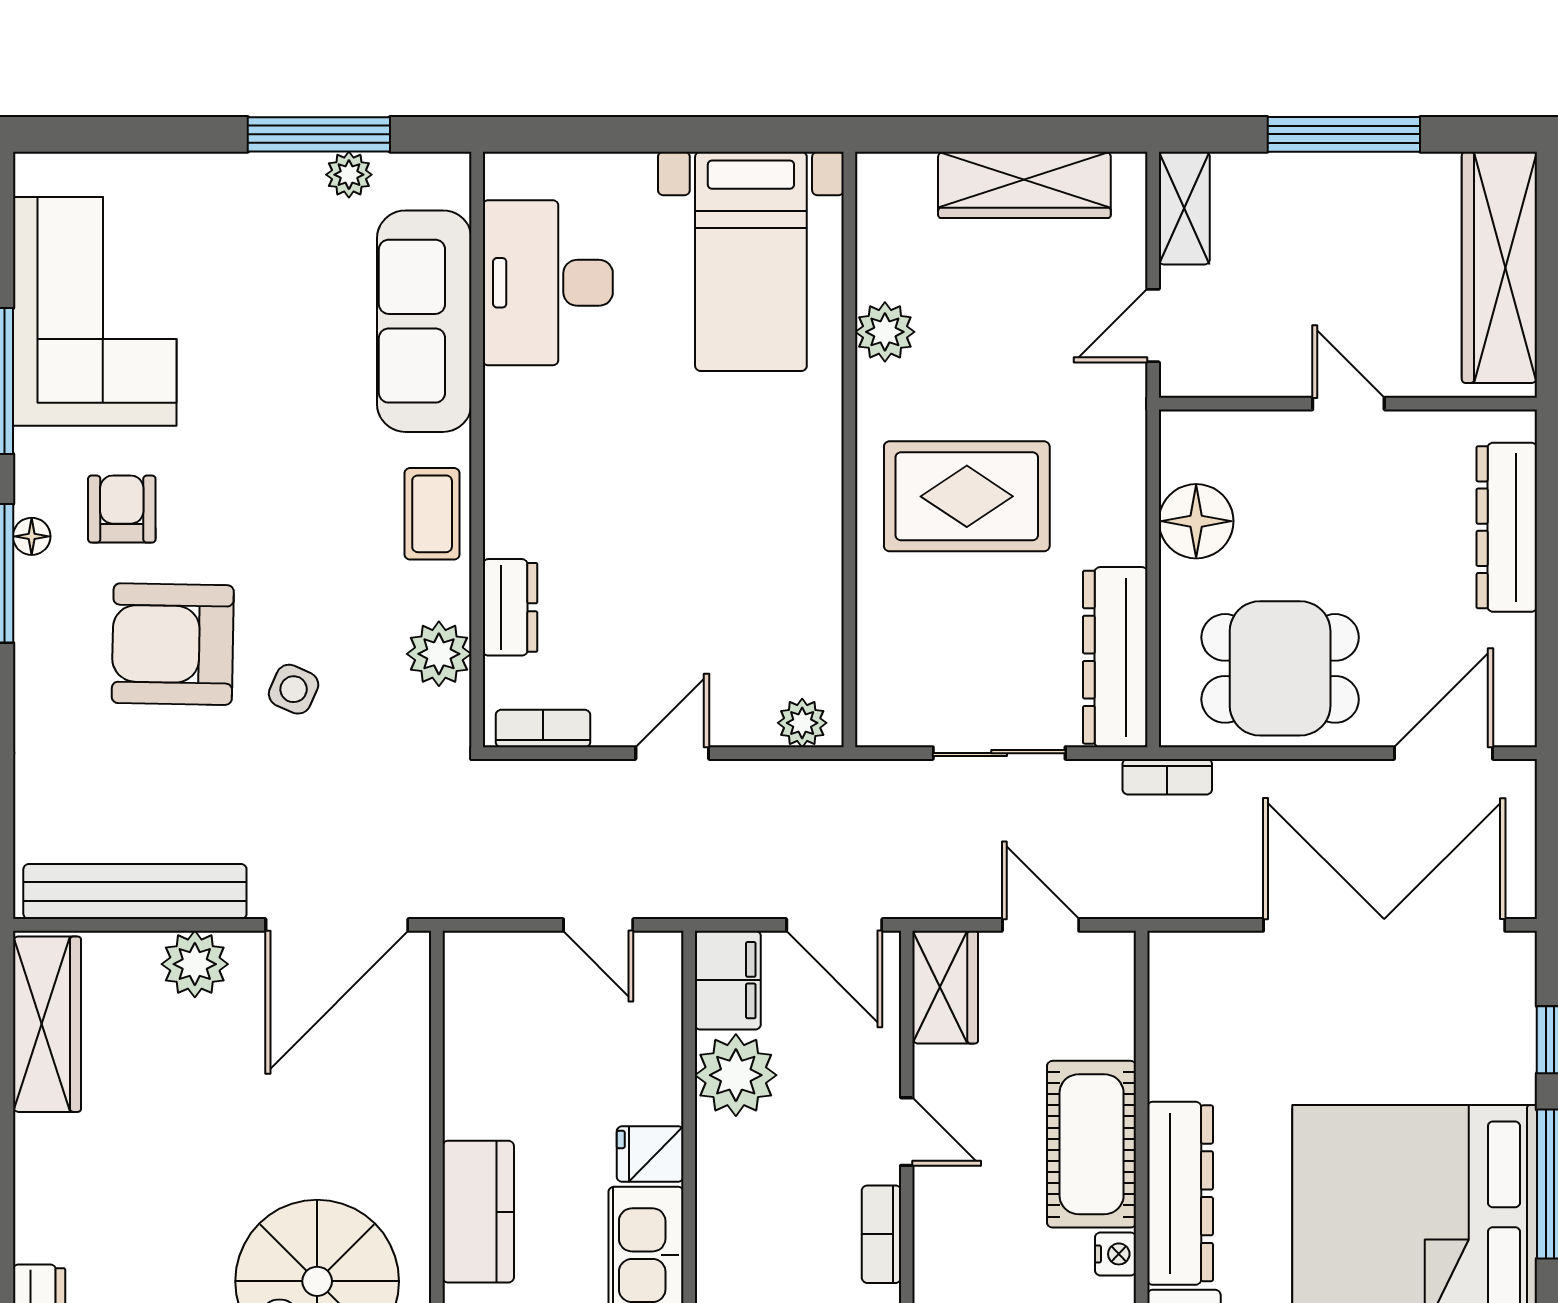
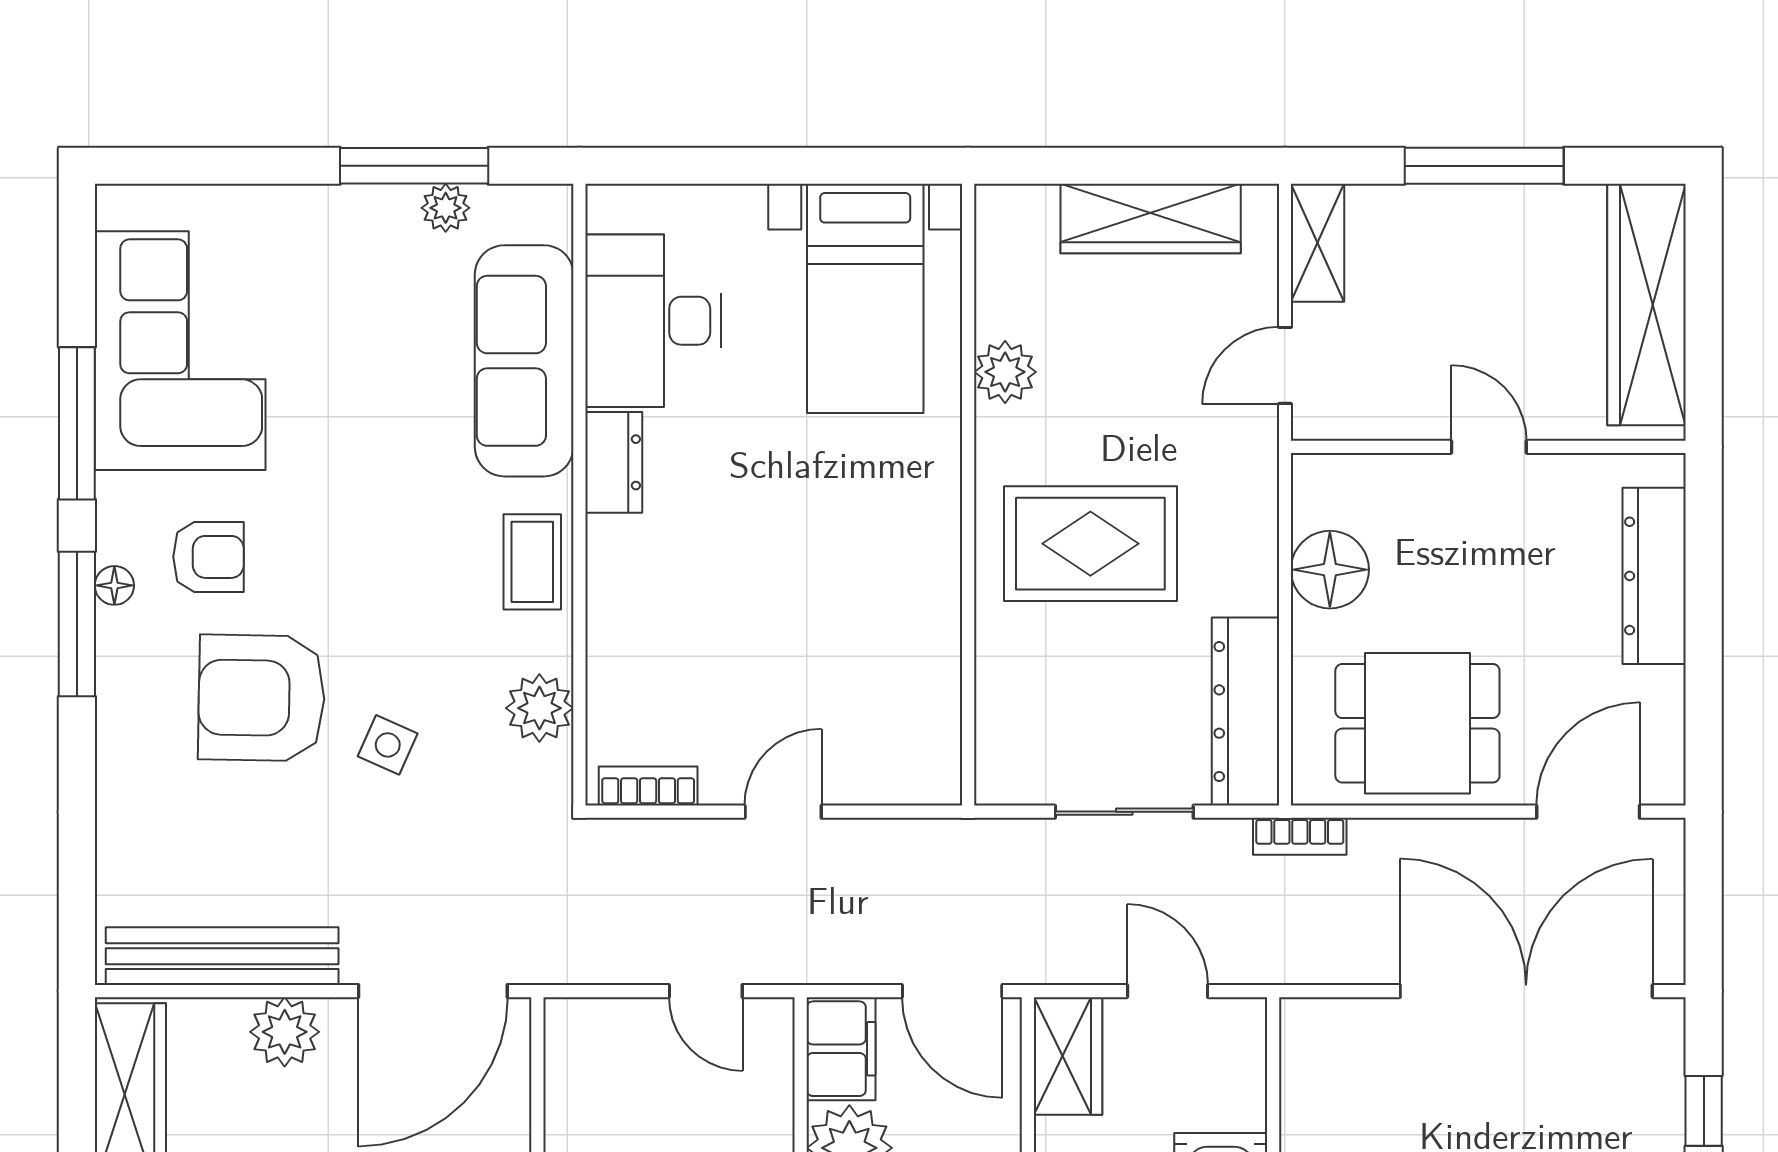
armchair: (122, 509) -> (208, 557), turned 90
dresser: (510, 607) -> (614, 462), moved
plant: (802, 723) -> (919, 780), removed

